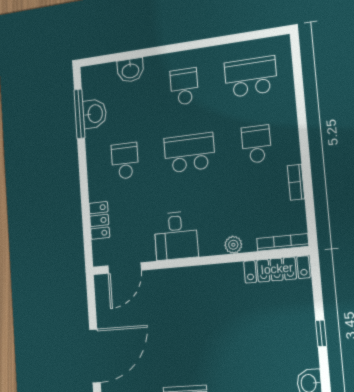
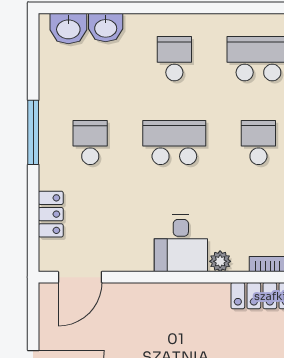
window: (79, 114) -> (33, 132), moved
washbasin: (95, 114) -> (68, 28), moved, turned 90
desk: (176, 236) -> (181, 243), moved

